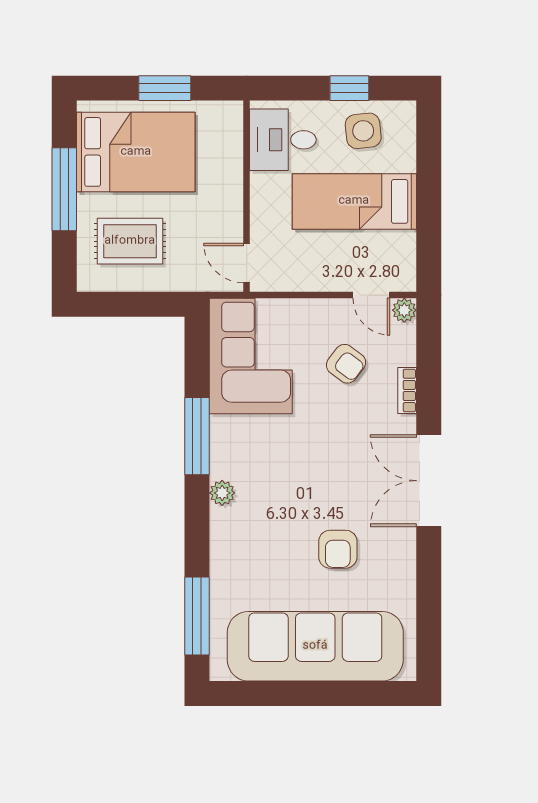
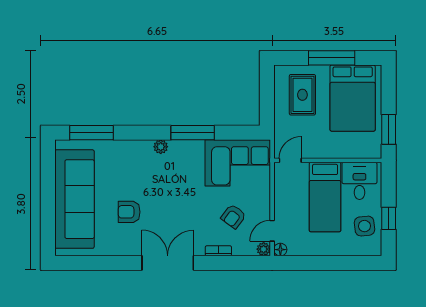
window: (165, 88) -> (389, 129), moved
bed: (354, 201) -> (325, 197), moved, turned 180
floor lamp: (405, 280) -> (280, 250), added

